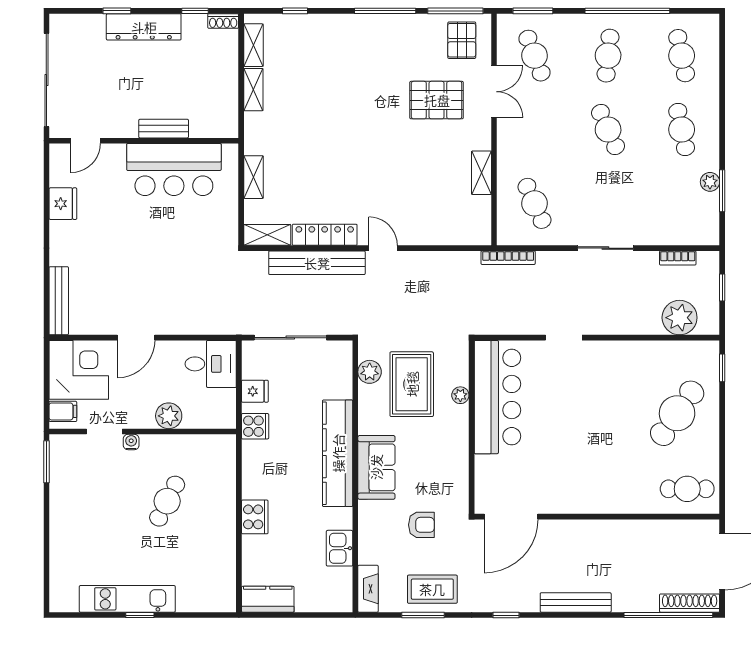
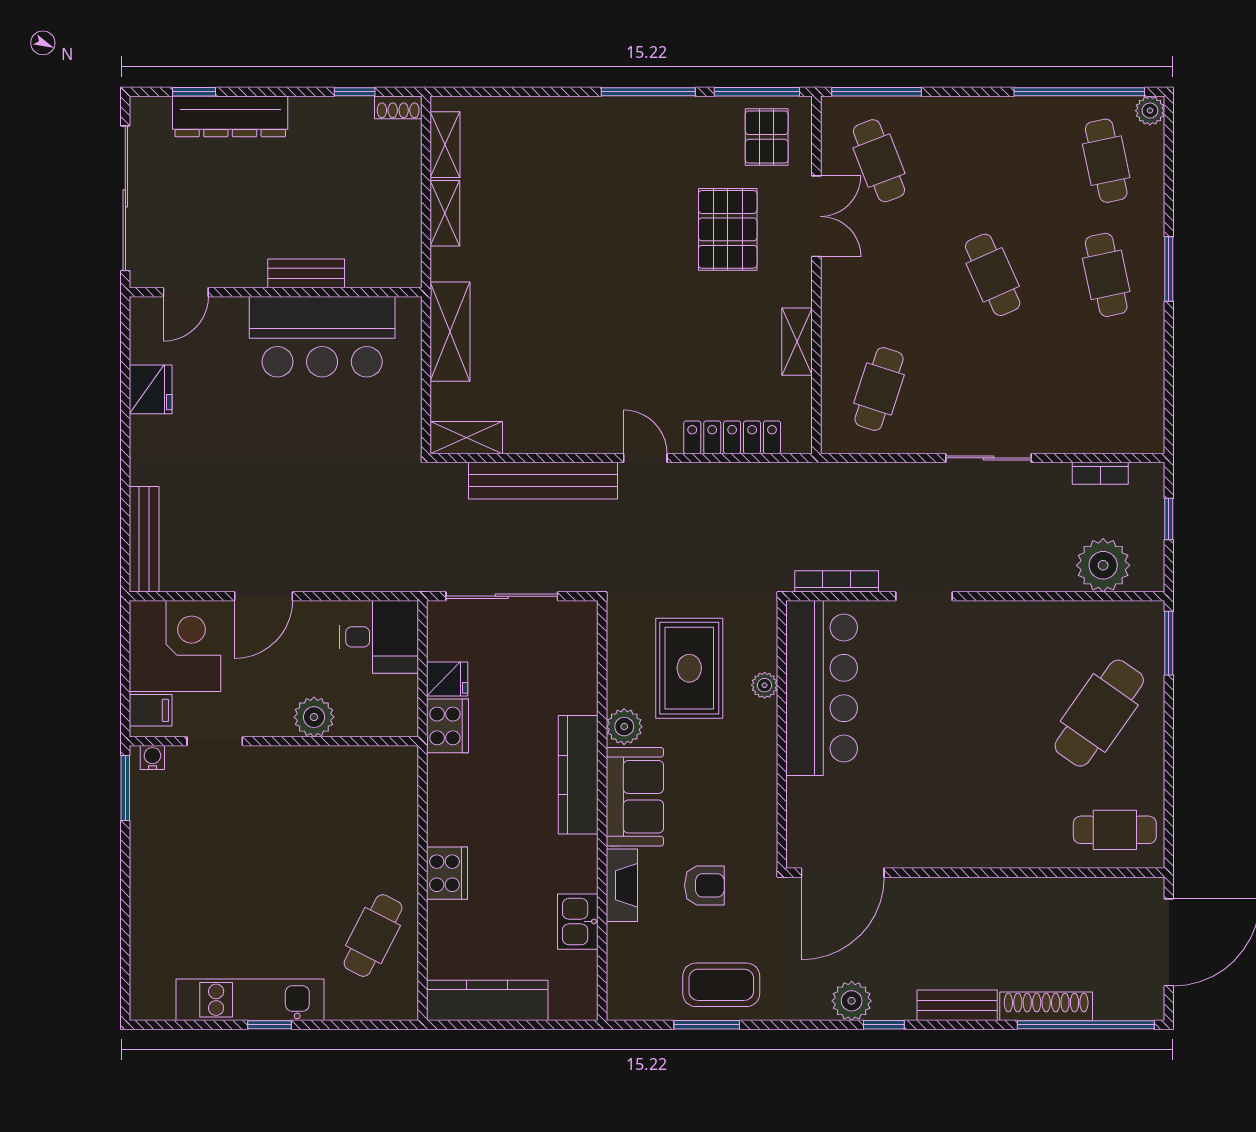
window: (117, 11) -> (194, 92), moved
window: (295, 11) -> (509, 92), removed
window: (533, 11) -> (876, 92), width x1.44
window: (627, 11) -> (1079, 92), moved
dresser: (144, 27) -> (230, 116), moved
cafe table: (608, 56) -> (993, 161), removed
pallet: (437, 100) -> (728, 229), turned 90
shelving: (253, 177) -> (450, 332), width x1.50, depth x1.33
plant: (710, 182) -> (1150, 111), moved
window: (722, 191) -> (1169, 269), moved
cafe table: (535, 203) -> (879, 389), turned 42
locker: (325, 235) -> (732, 437), moved
bookcase: (508, 258) -> (837, 581), moved, turned 180
window: (722, 368) -> (1169, 643), width x1.50
plant: (370, 372) -> (624, 727), moved
cooker: (255, 426) -> (447, 726), width x1.36
water cooler: (131, 442) -> (152, 758), moved
kitchen counter: (338, 453) -> (578, 775), width x0.72, depth x0.86
cafe table: (167, 501) -> (373, 936), moved
fireplace: (368, 589) -> (622, 885), moved
kitchen counter: (268, 599) -> (487, 1000), width x1.50
plant: (517, 600) -> (852, 1001), added
bench: (576, 602) -> (957, 1005), width x0.73
shoe rack: (690, 603) -> (1046, 1006), moved
window: (506, 615) -> (884, 1025), moved

